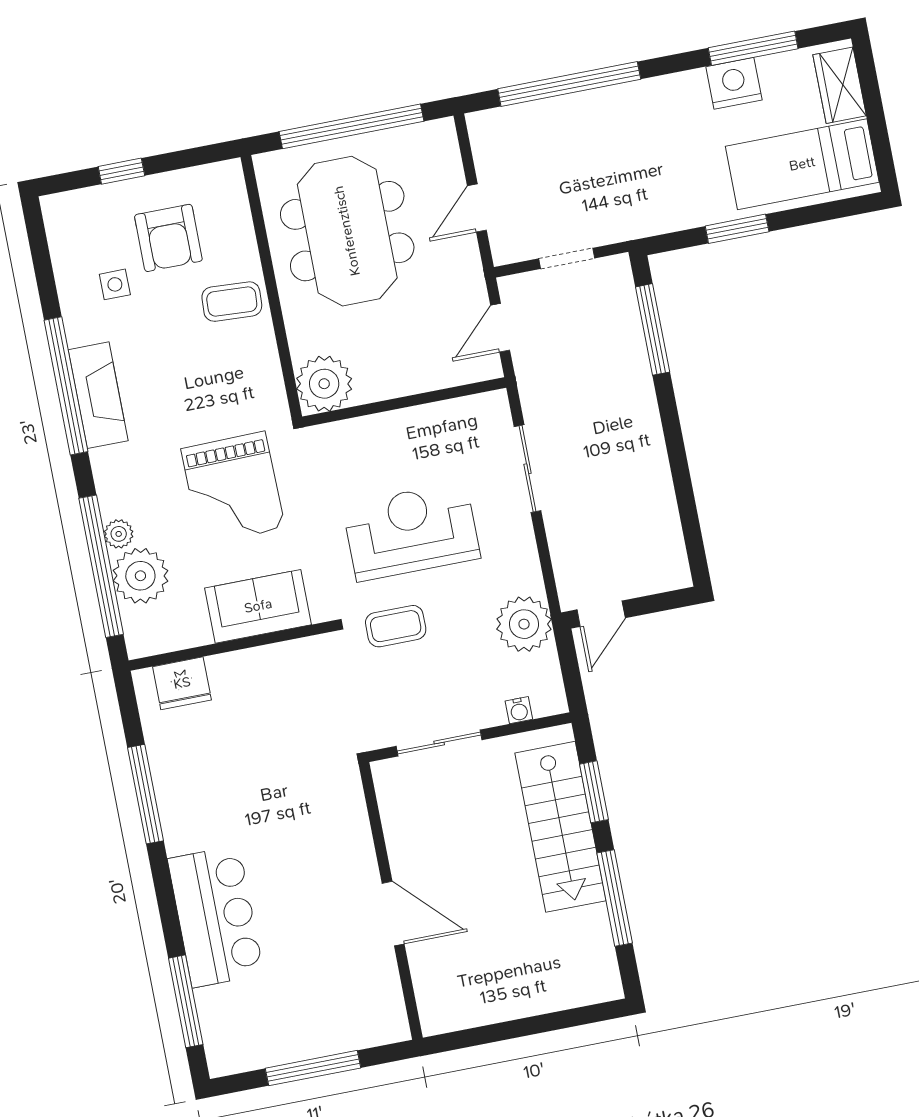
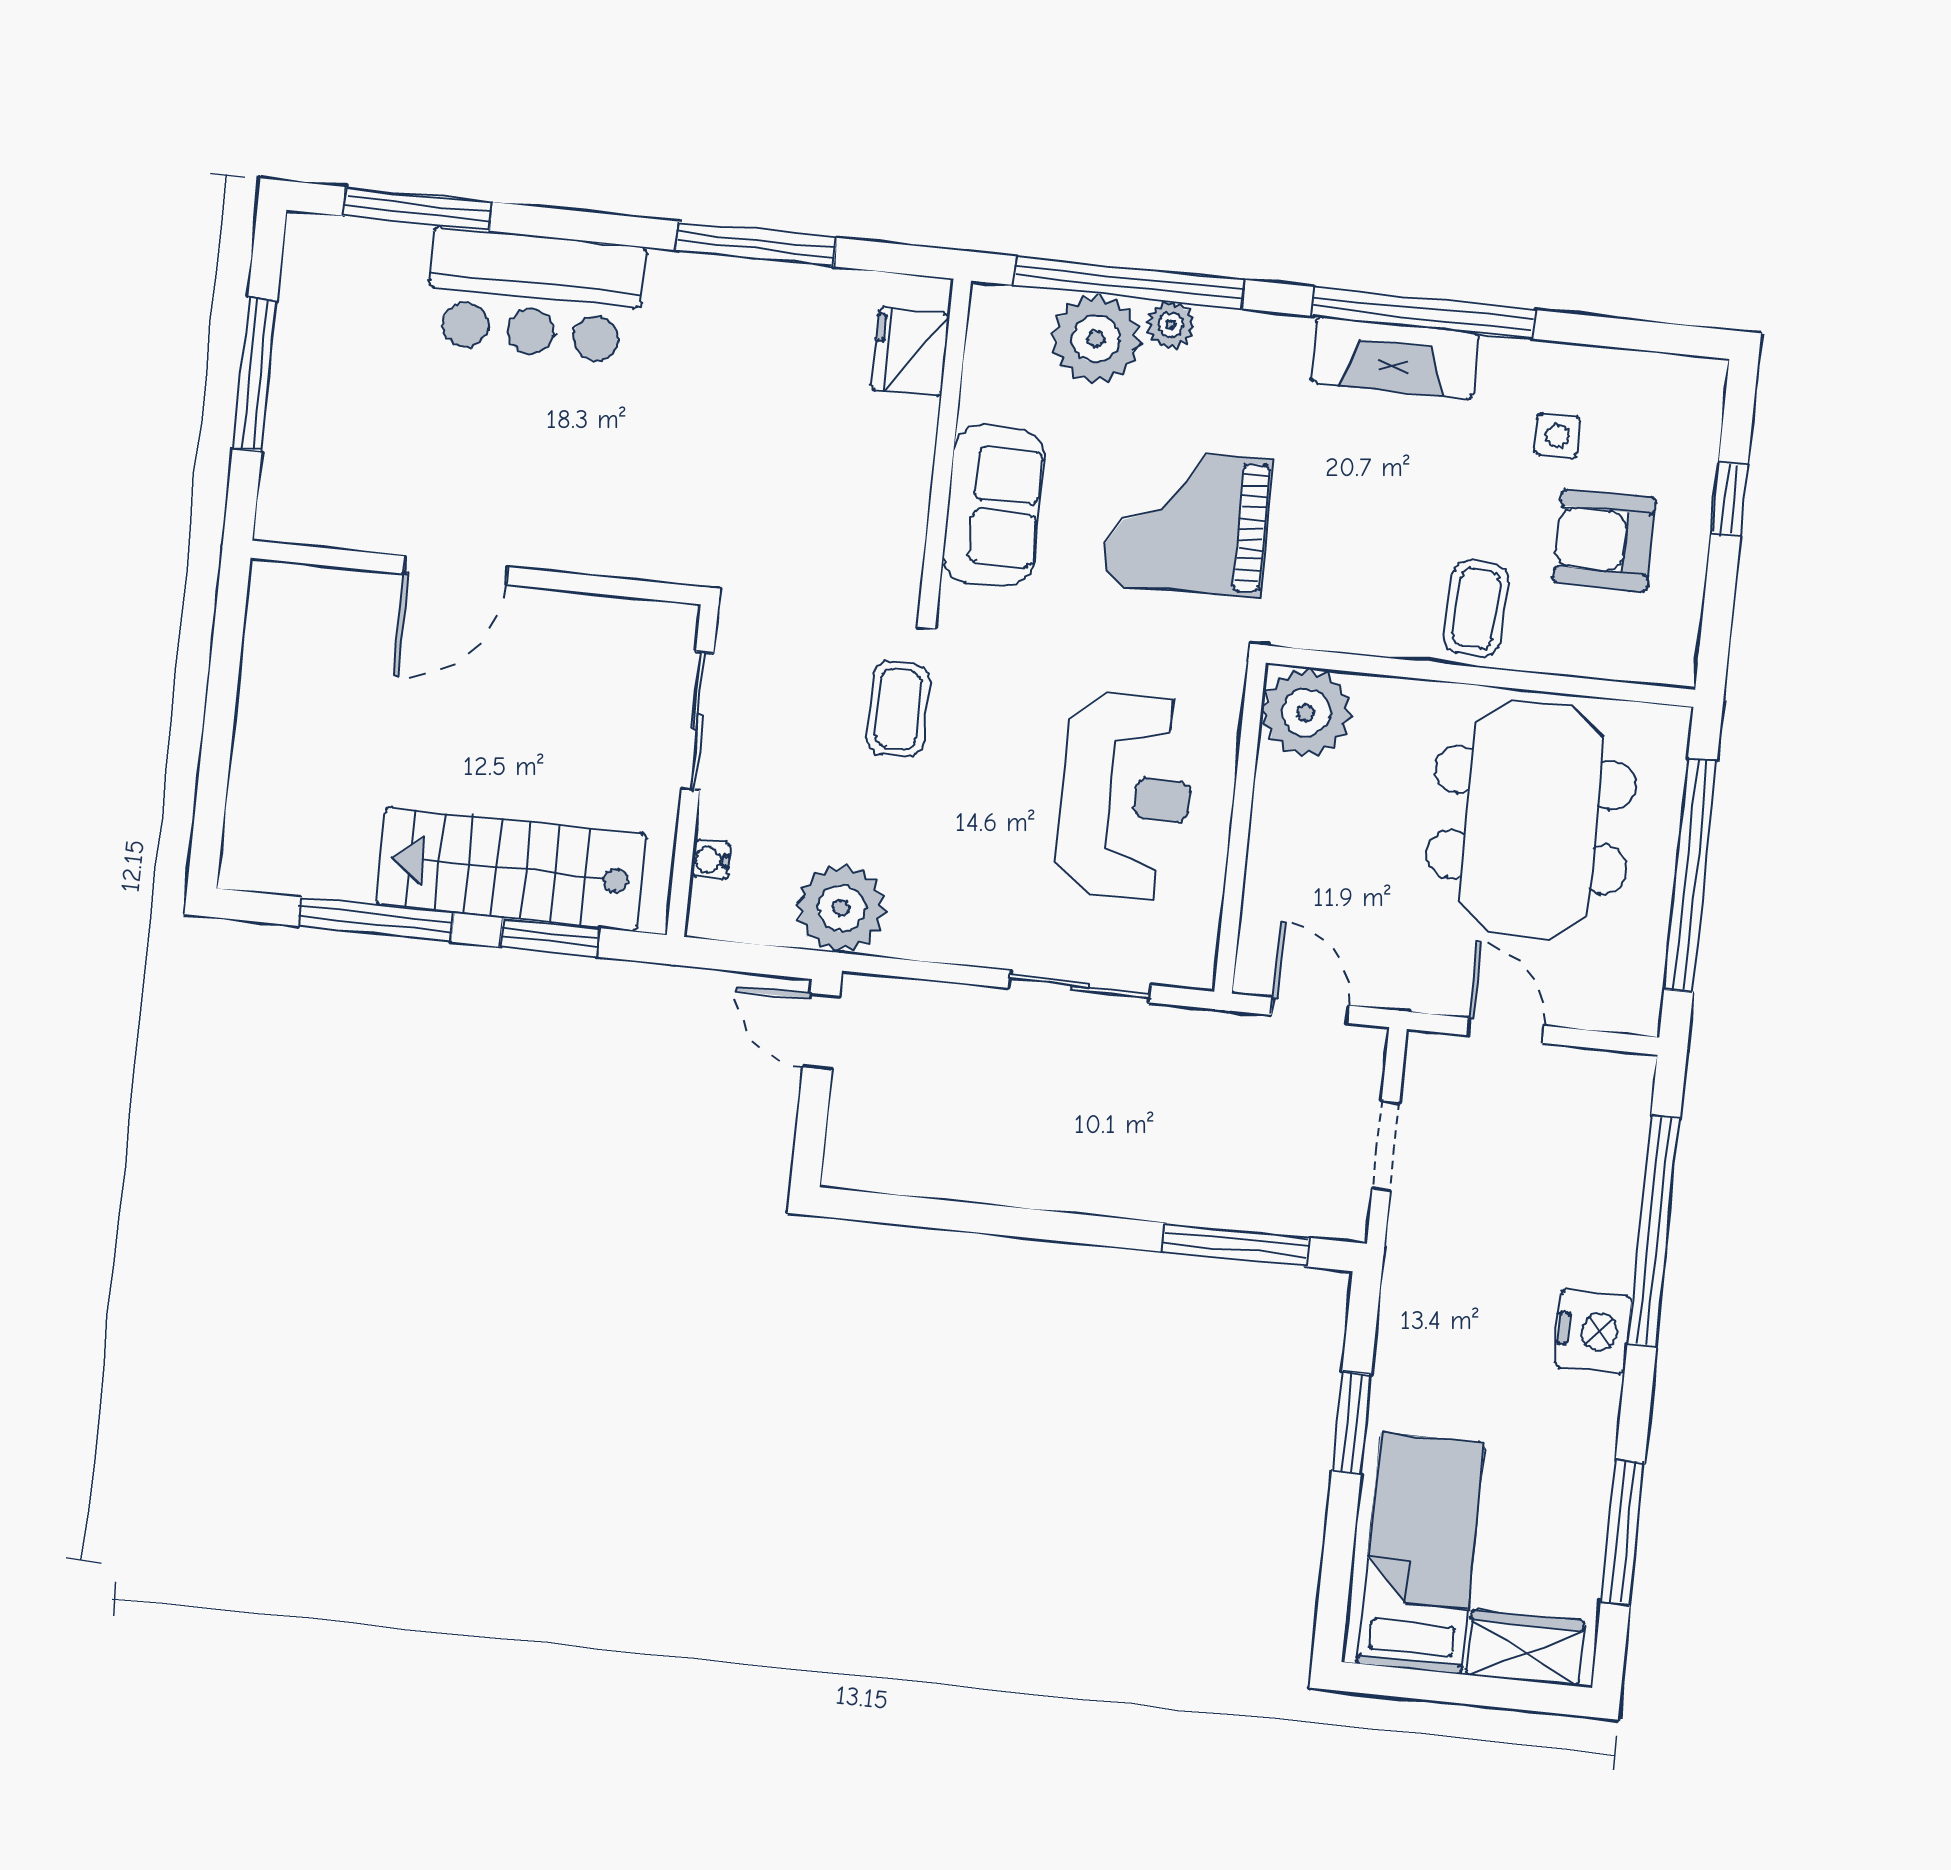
nightstand: (734, 83) -> (1594, 1331), moved
meeting table: (347, 231) -> (1531, 819), turned 90
reception desk: (411, 531) -> (1125, 796), moved

